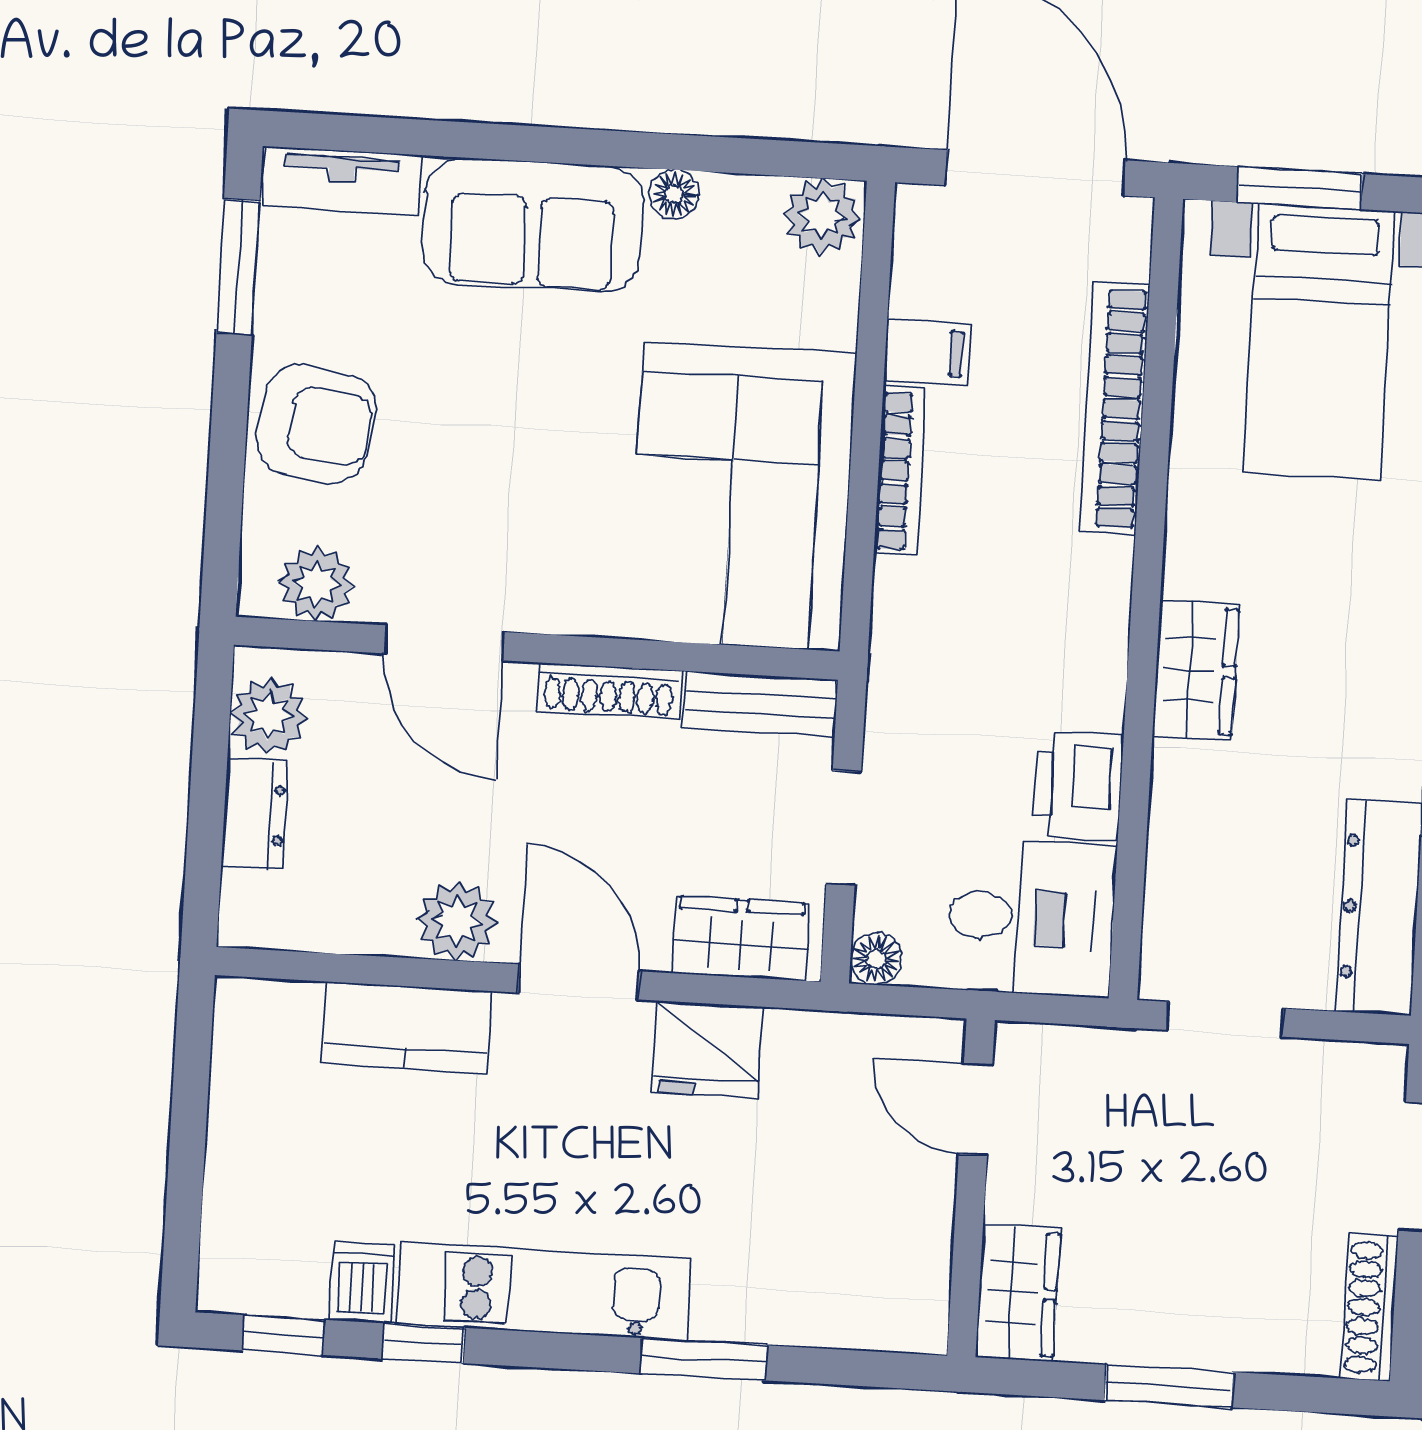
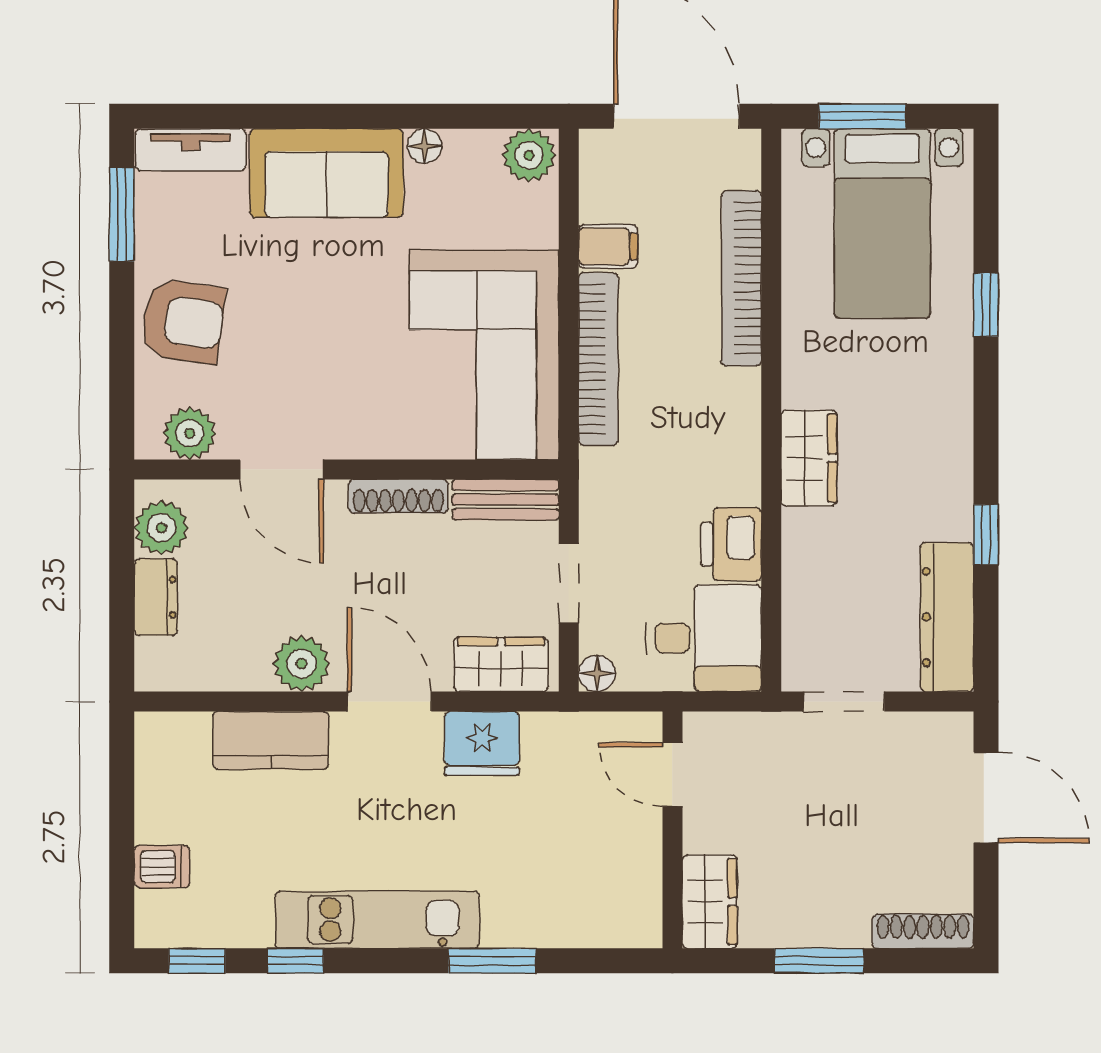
bookcase: (900, 471) -> (598, 359), width x1.48, depth x1.31
dishwasher: (362, 1283) -> (162, 867), moved, turned 90
shoe rack: (1370, 1308) -> (923, 931), moved, turned 90

